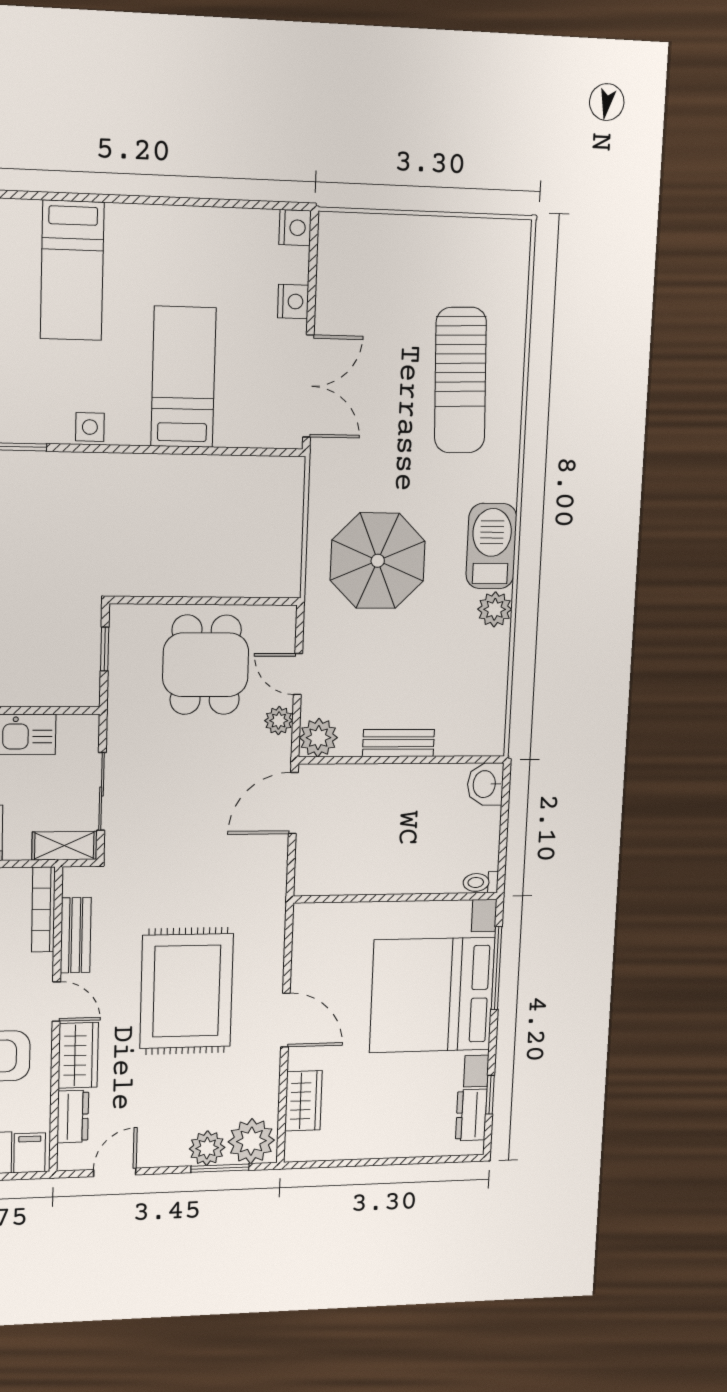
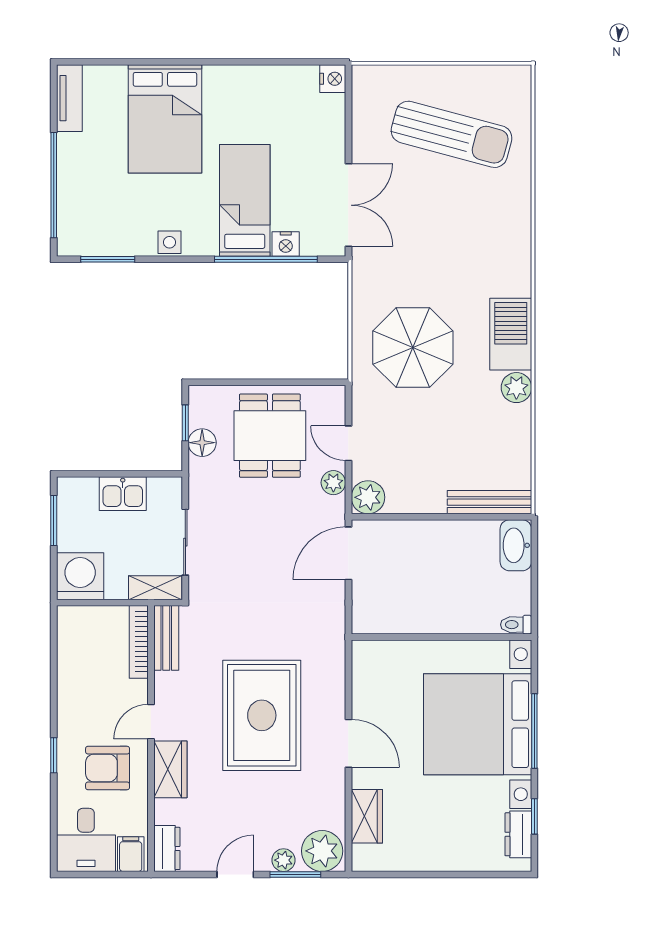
bed: (72, 271) -> (165, 119), width x1.50
nightstand: (293, 301) -> (286, 244), moved, turned 90
sun lounger: (460, 380) -> (452, 134), moved, turned -73
window: (207, 451) -> (266, 259), added
floor lamp: (124, 673) -> (202, 443), added
bench: (398, 743) -> (489, 502), moved, width x1.36
washbasin: (485, 784) -> (516, 545), width x1.38
bench: (76, 935) -> (166, 638), moved
window: (497, 968) -> (534, 731), moved
door: (56, 1001) -> (151, 722), swing flipped
dresser: (73, 1117) -> (167, 848), moved
plant: (207, 1148) -> (283, 860), width x0.73, depth x0.73
door: (115, 1172) -> (235, 874), moved

